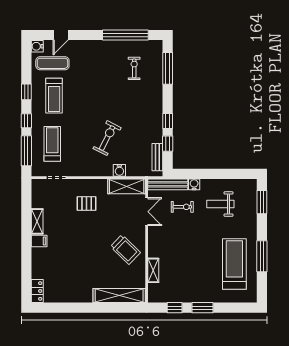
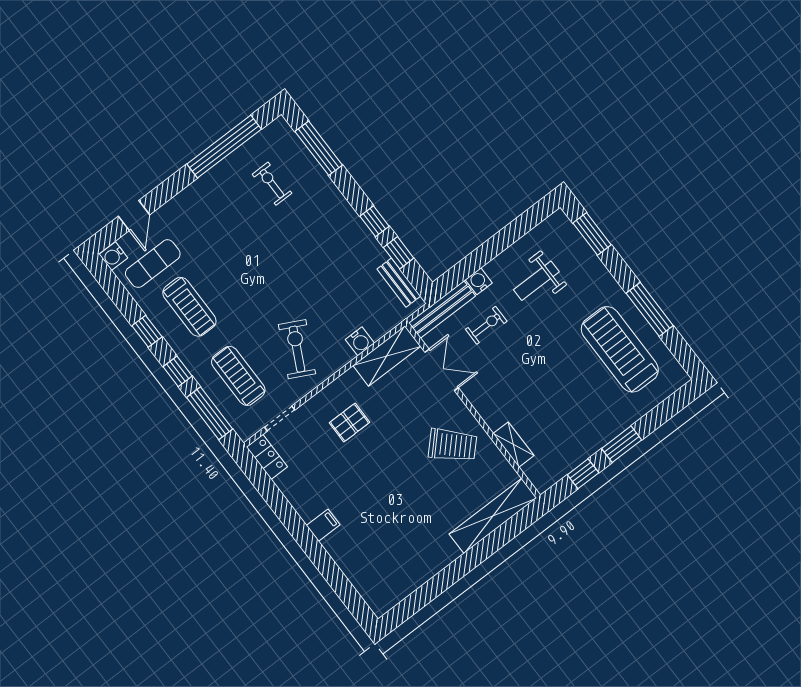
exercise bike: (107, 138) -> (297, 349), moved
shelving: (37, 221) -> (300, 500), removed
locker: (37, 291) -> (267, 457), moved

